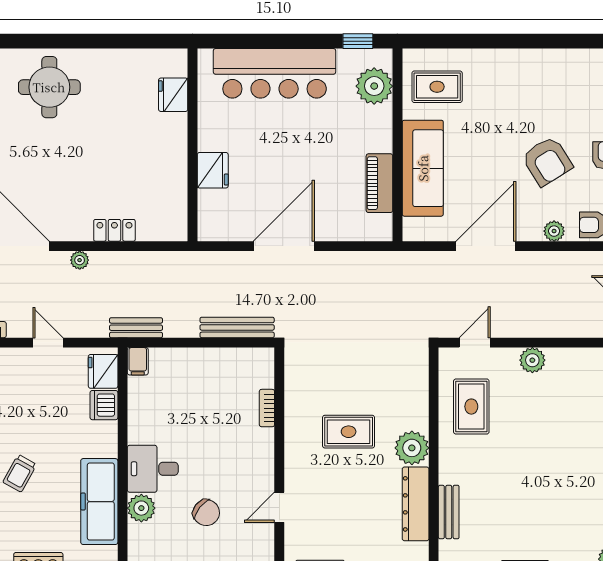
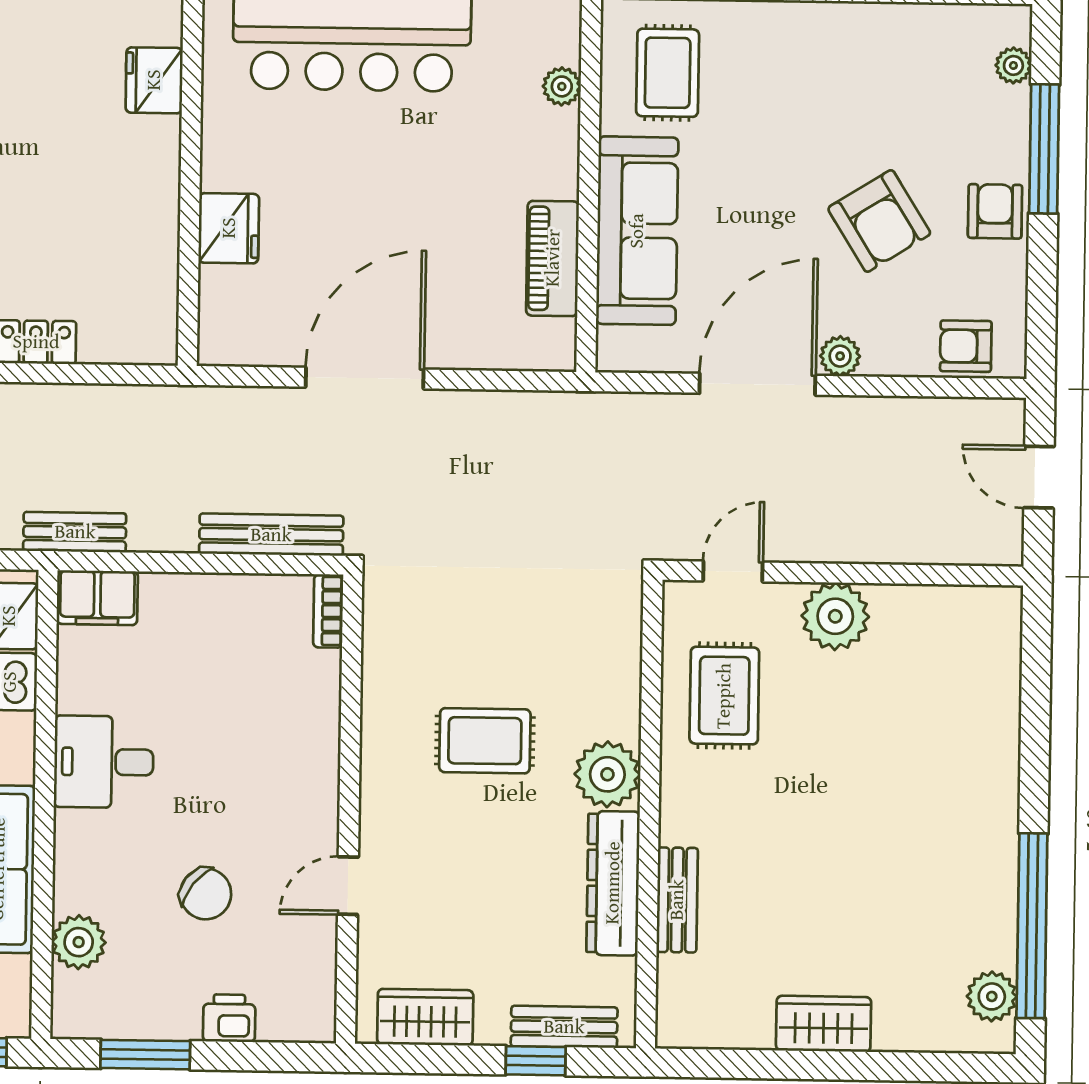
plant: (374, 86) -> (562, 86), width x0.53, depth x0.53
rug: (437, 87) -> (668, 73), turned 90
plant: (554, 231) -> (840, 356), moved
plant: (532, 360) -> (835, 616), width x1.36, depth x1.36
filing cabinet: (138, 361) -> (97, 598), width x2.00
bookcase: (267, 408) -> (328, 611), moved
desk: (153, 469) -> (104, 762), moved
plant: (141, 508) -> (79, 942), moved

